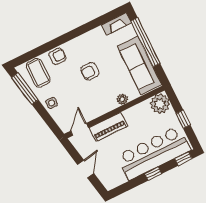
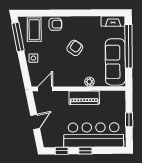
armchair: (90, 71) -> (75, 48), turned 125
plant: (160, 104) -> (117, 99), removed
piano: (108, 127) -> (84, 98), moved
window: (183, 159) -> (62, 151), moved

